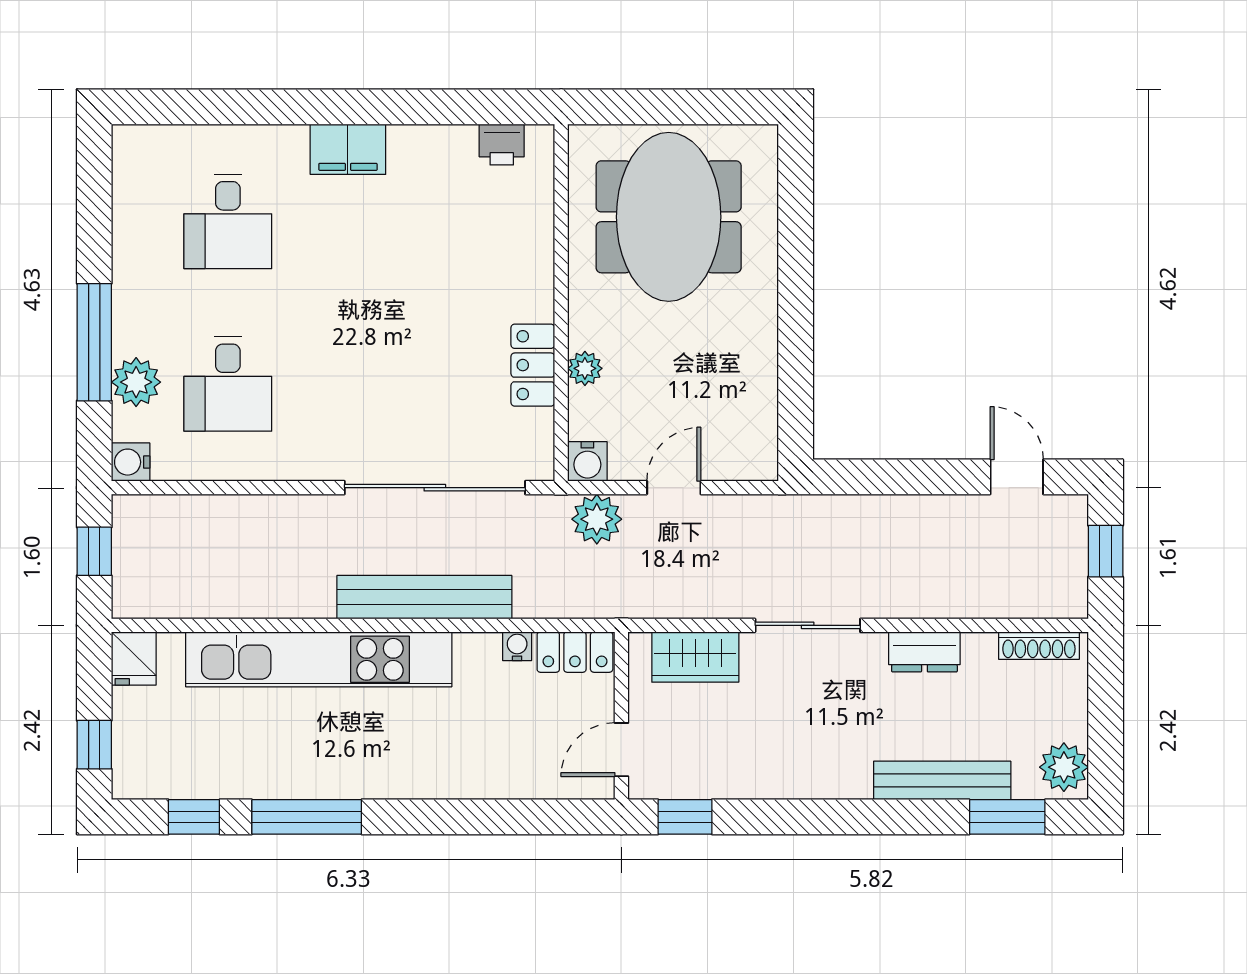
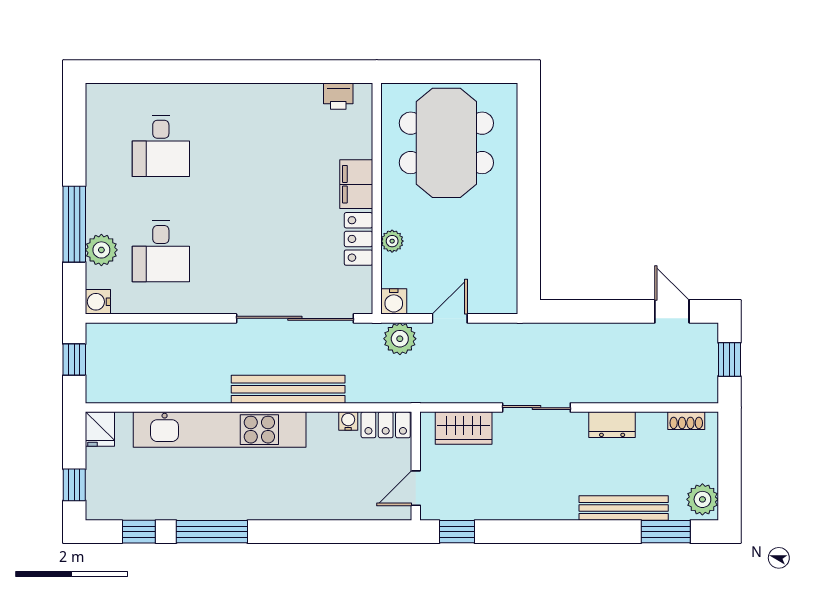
filing cabinet: (348, 149) -> (356, 184), moved, turned 90
shoe rack: (1039, 646) -> (686, 421), width x0.70

